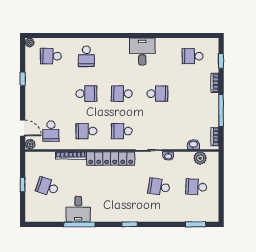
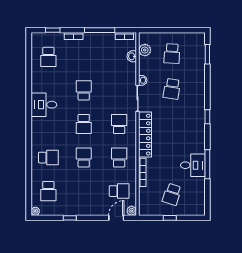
school desk: (86, 131) -> (119, 158), turned 180
school desk: (122, 131) -> (119, 124), turned 180

